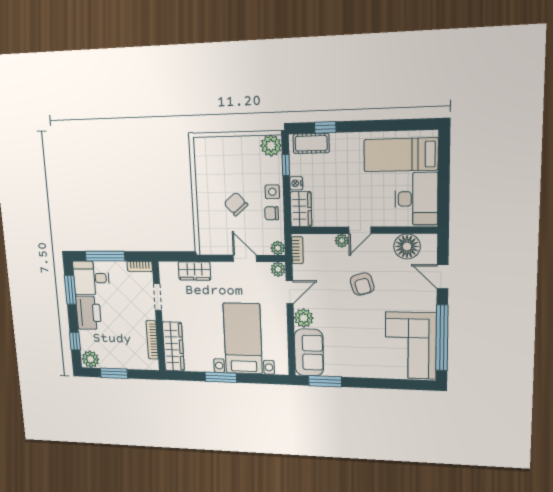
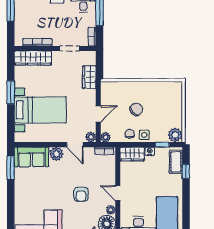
plant: (342, 241) -> (111, 210), moved
armchair: (362, 284) -> (81, 194), turned -74

